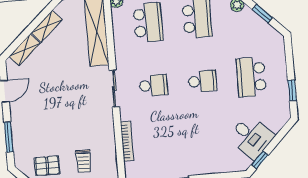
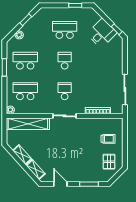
school desk: (251, 77) -> (65, 30), turned 180

